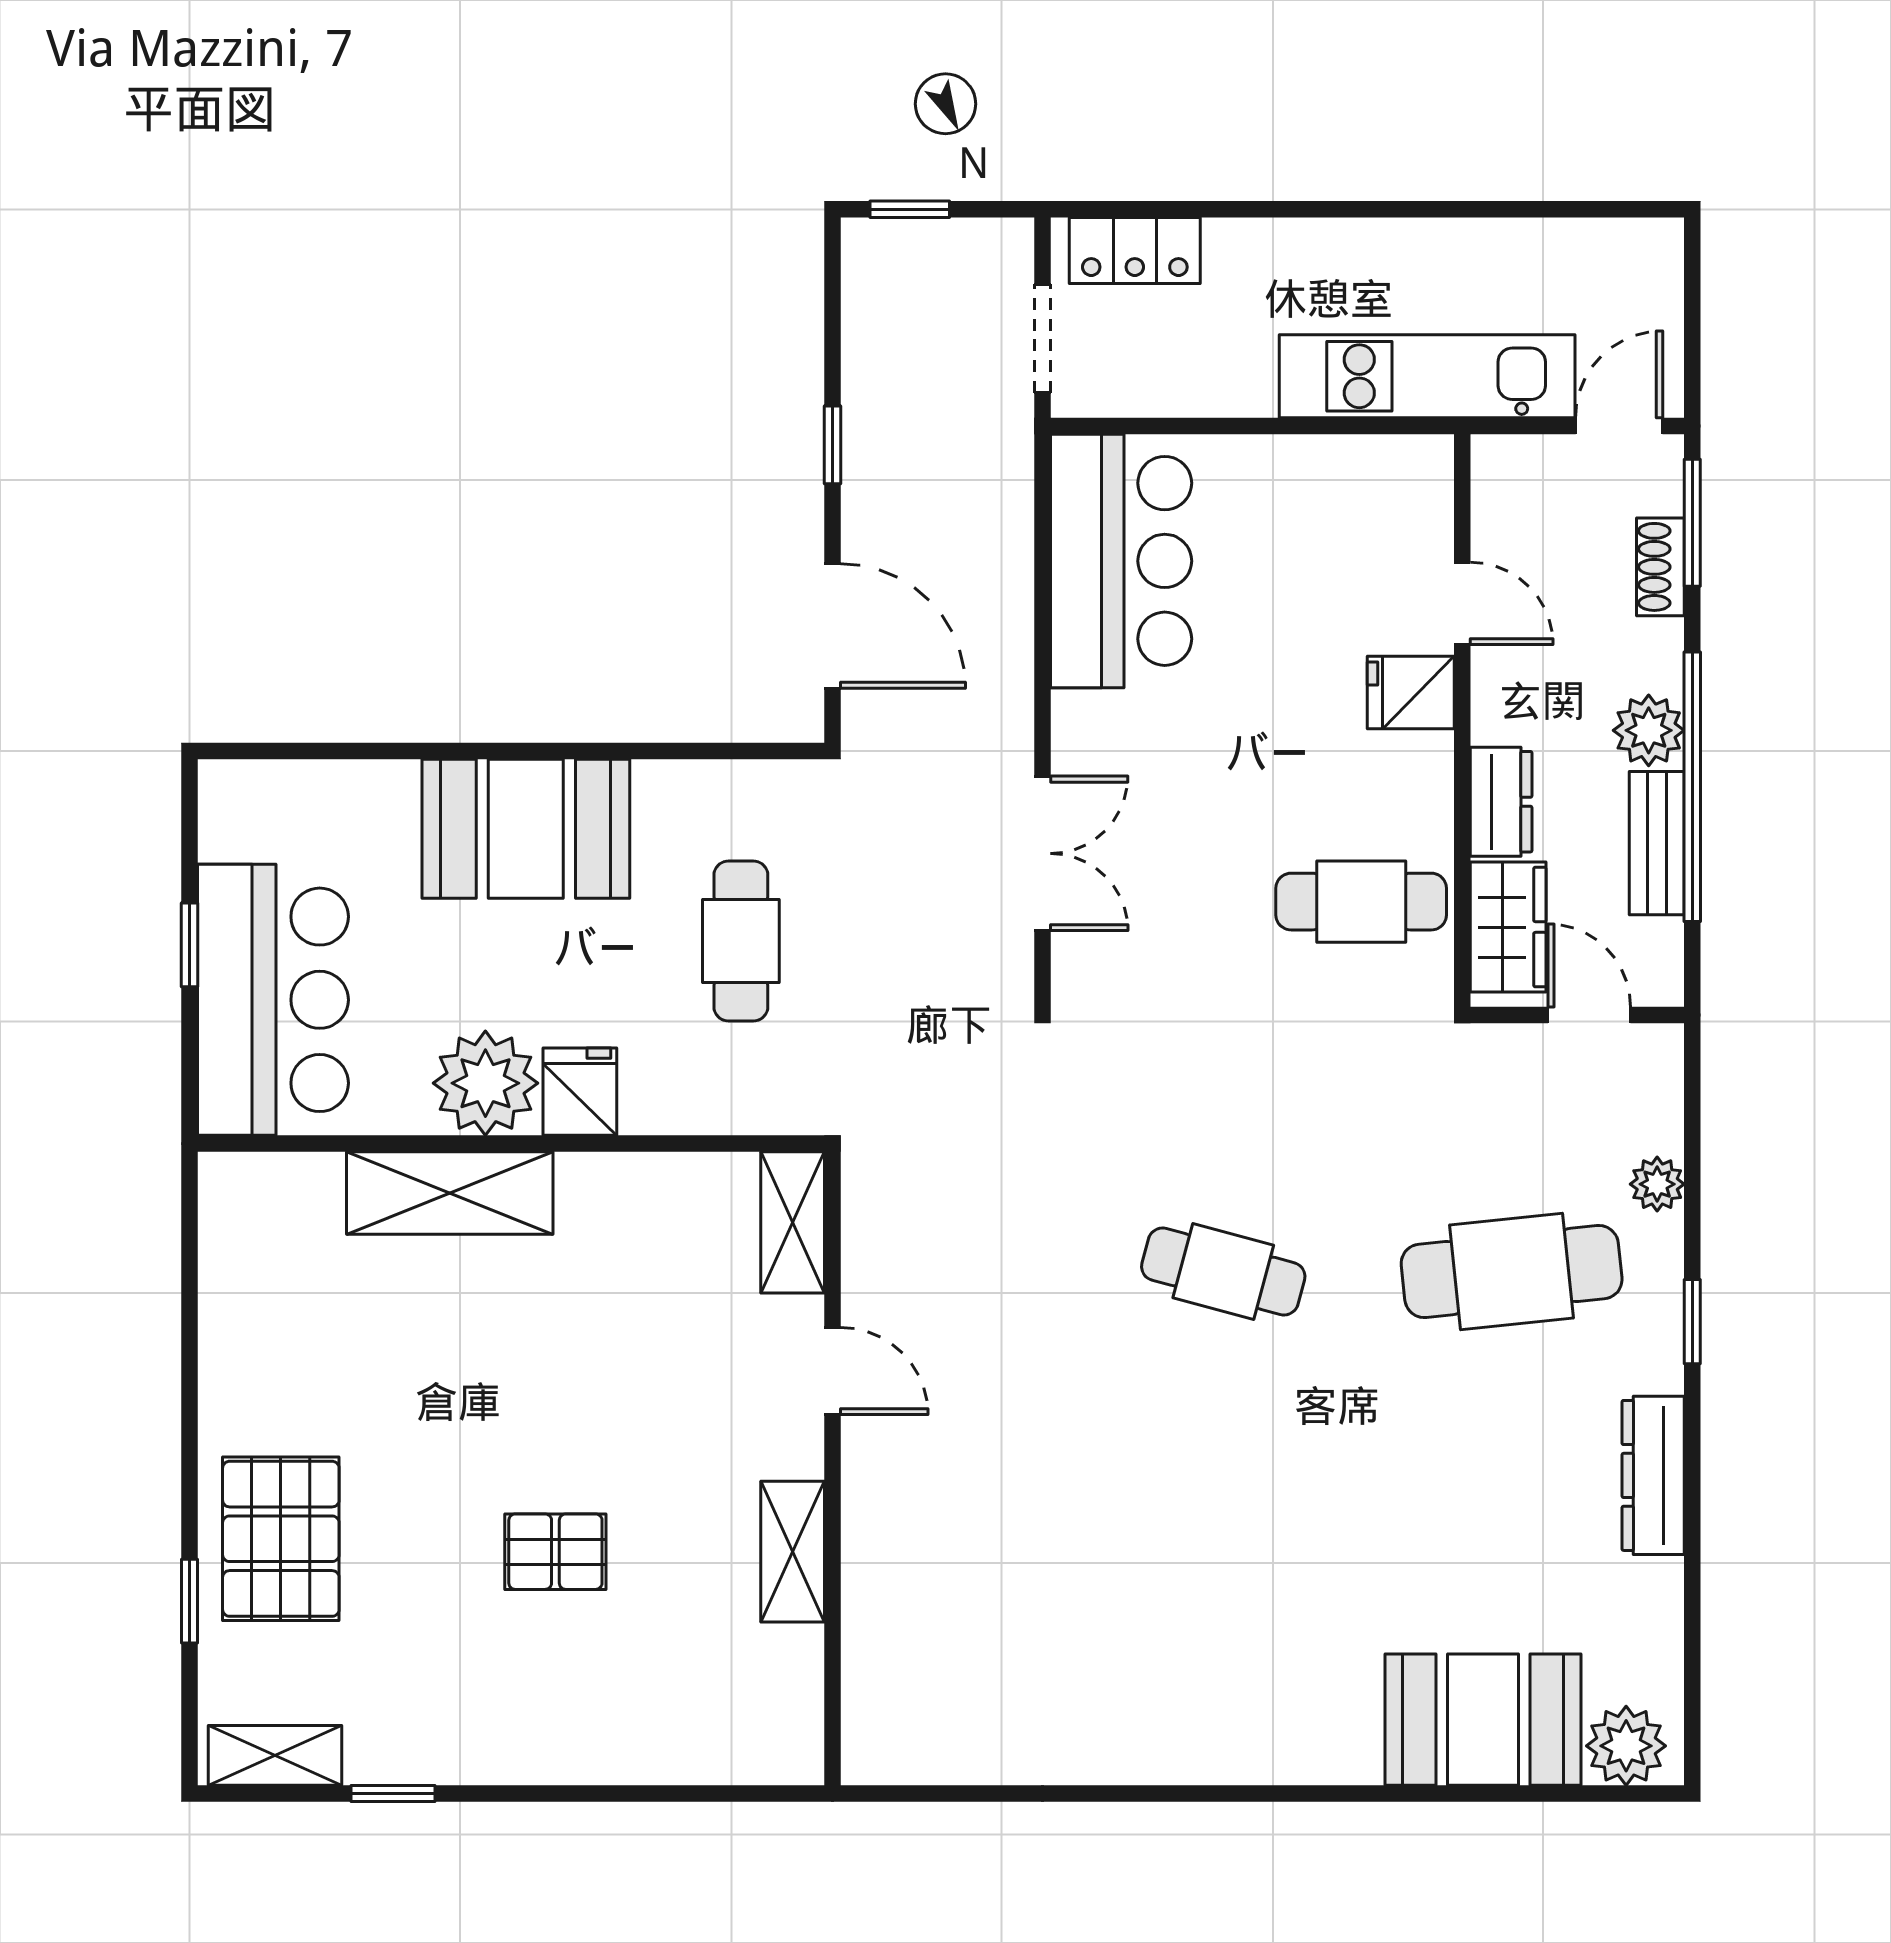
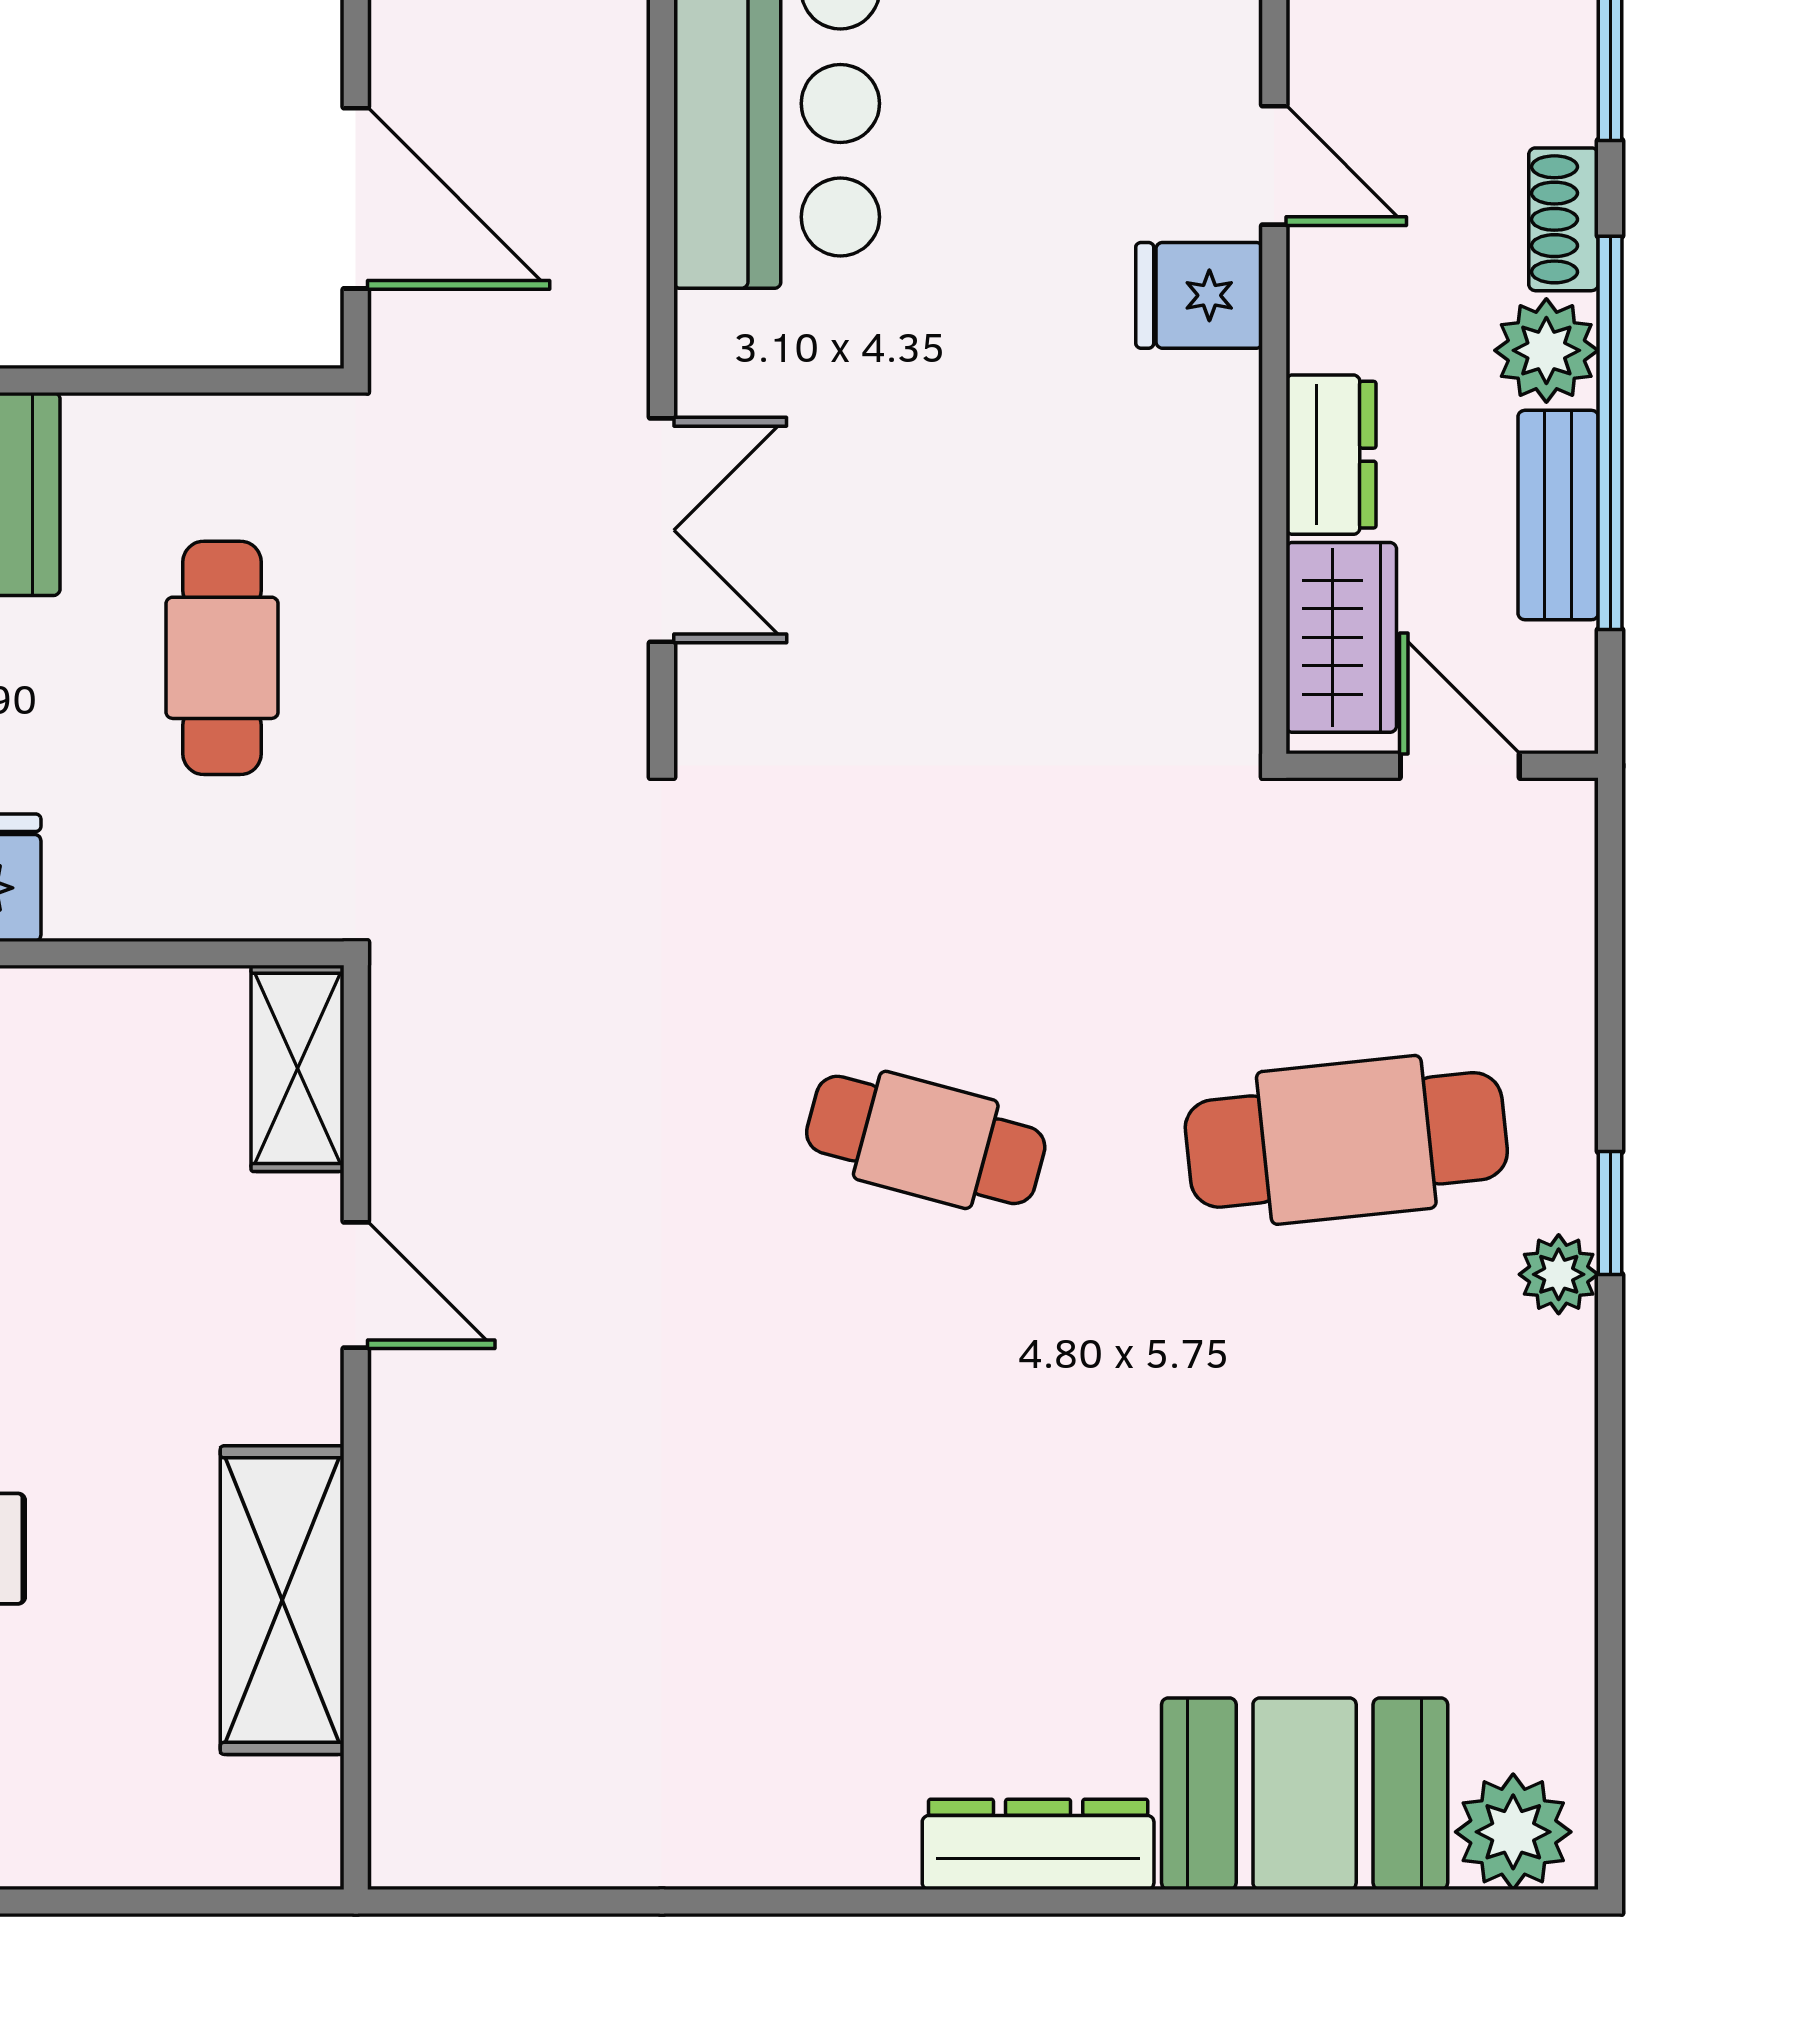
shoe rack: (1660, 567) -> (1563, 219), moved
cafe table: (1361, 902) -> (1127, 600), removed
plant: (1657, 1184) -> (1559, 1274), moved
dresser: (1653, 1475) -> (1038, 1844), moved, turned 90
shelving: (793, 1552) -> (282, 1600), width x1.50, depth x1.33

